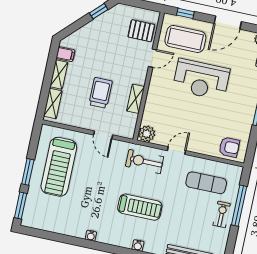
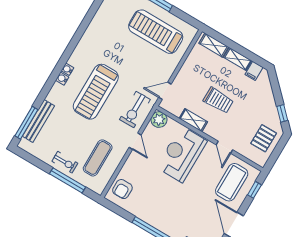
pallet: (141, 31) -> (264, 138), moved
reception desk: (201, 79) -> (182, 154), moved
trolley: (101, 93) -> (218, 100), moved
door: (103, 135) -> (165, 91), moved
exercise bike: (145, 162) -> (135, 109), turned 180
treadmill: (140, 207) -> (96, 92), width x1.37, depth x1.38
water cooler: (91, 236) -> (67, 69), moved

